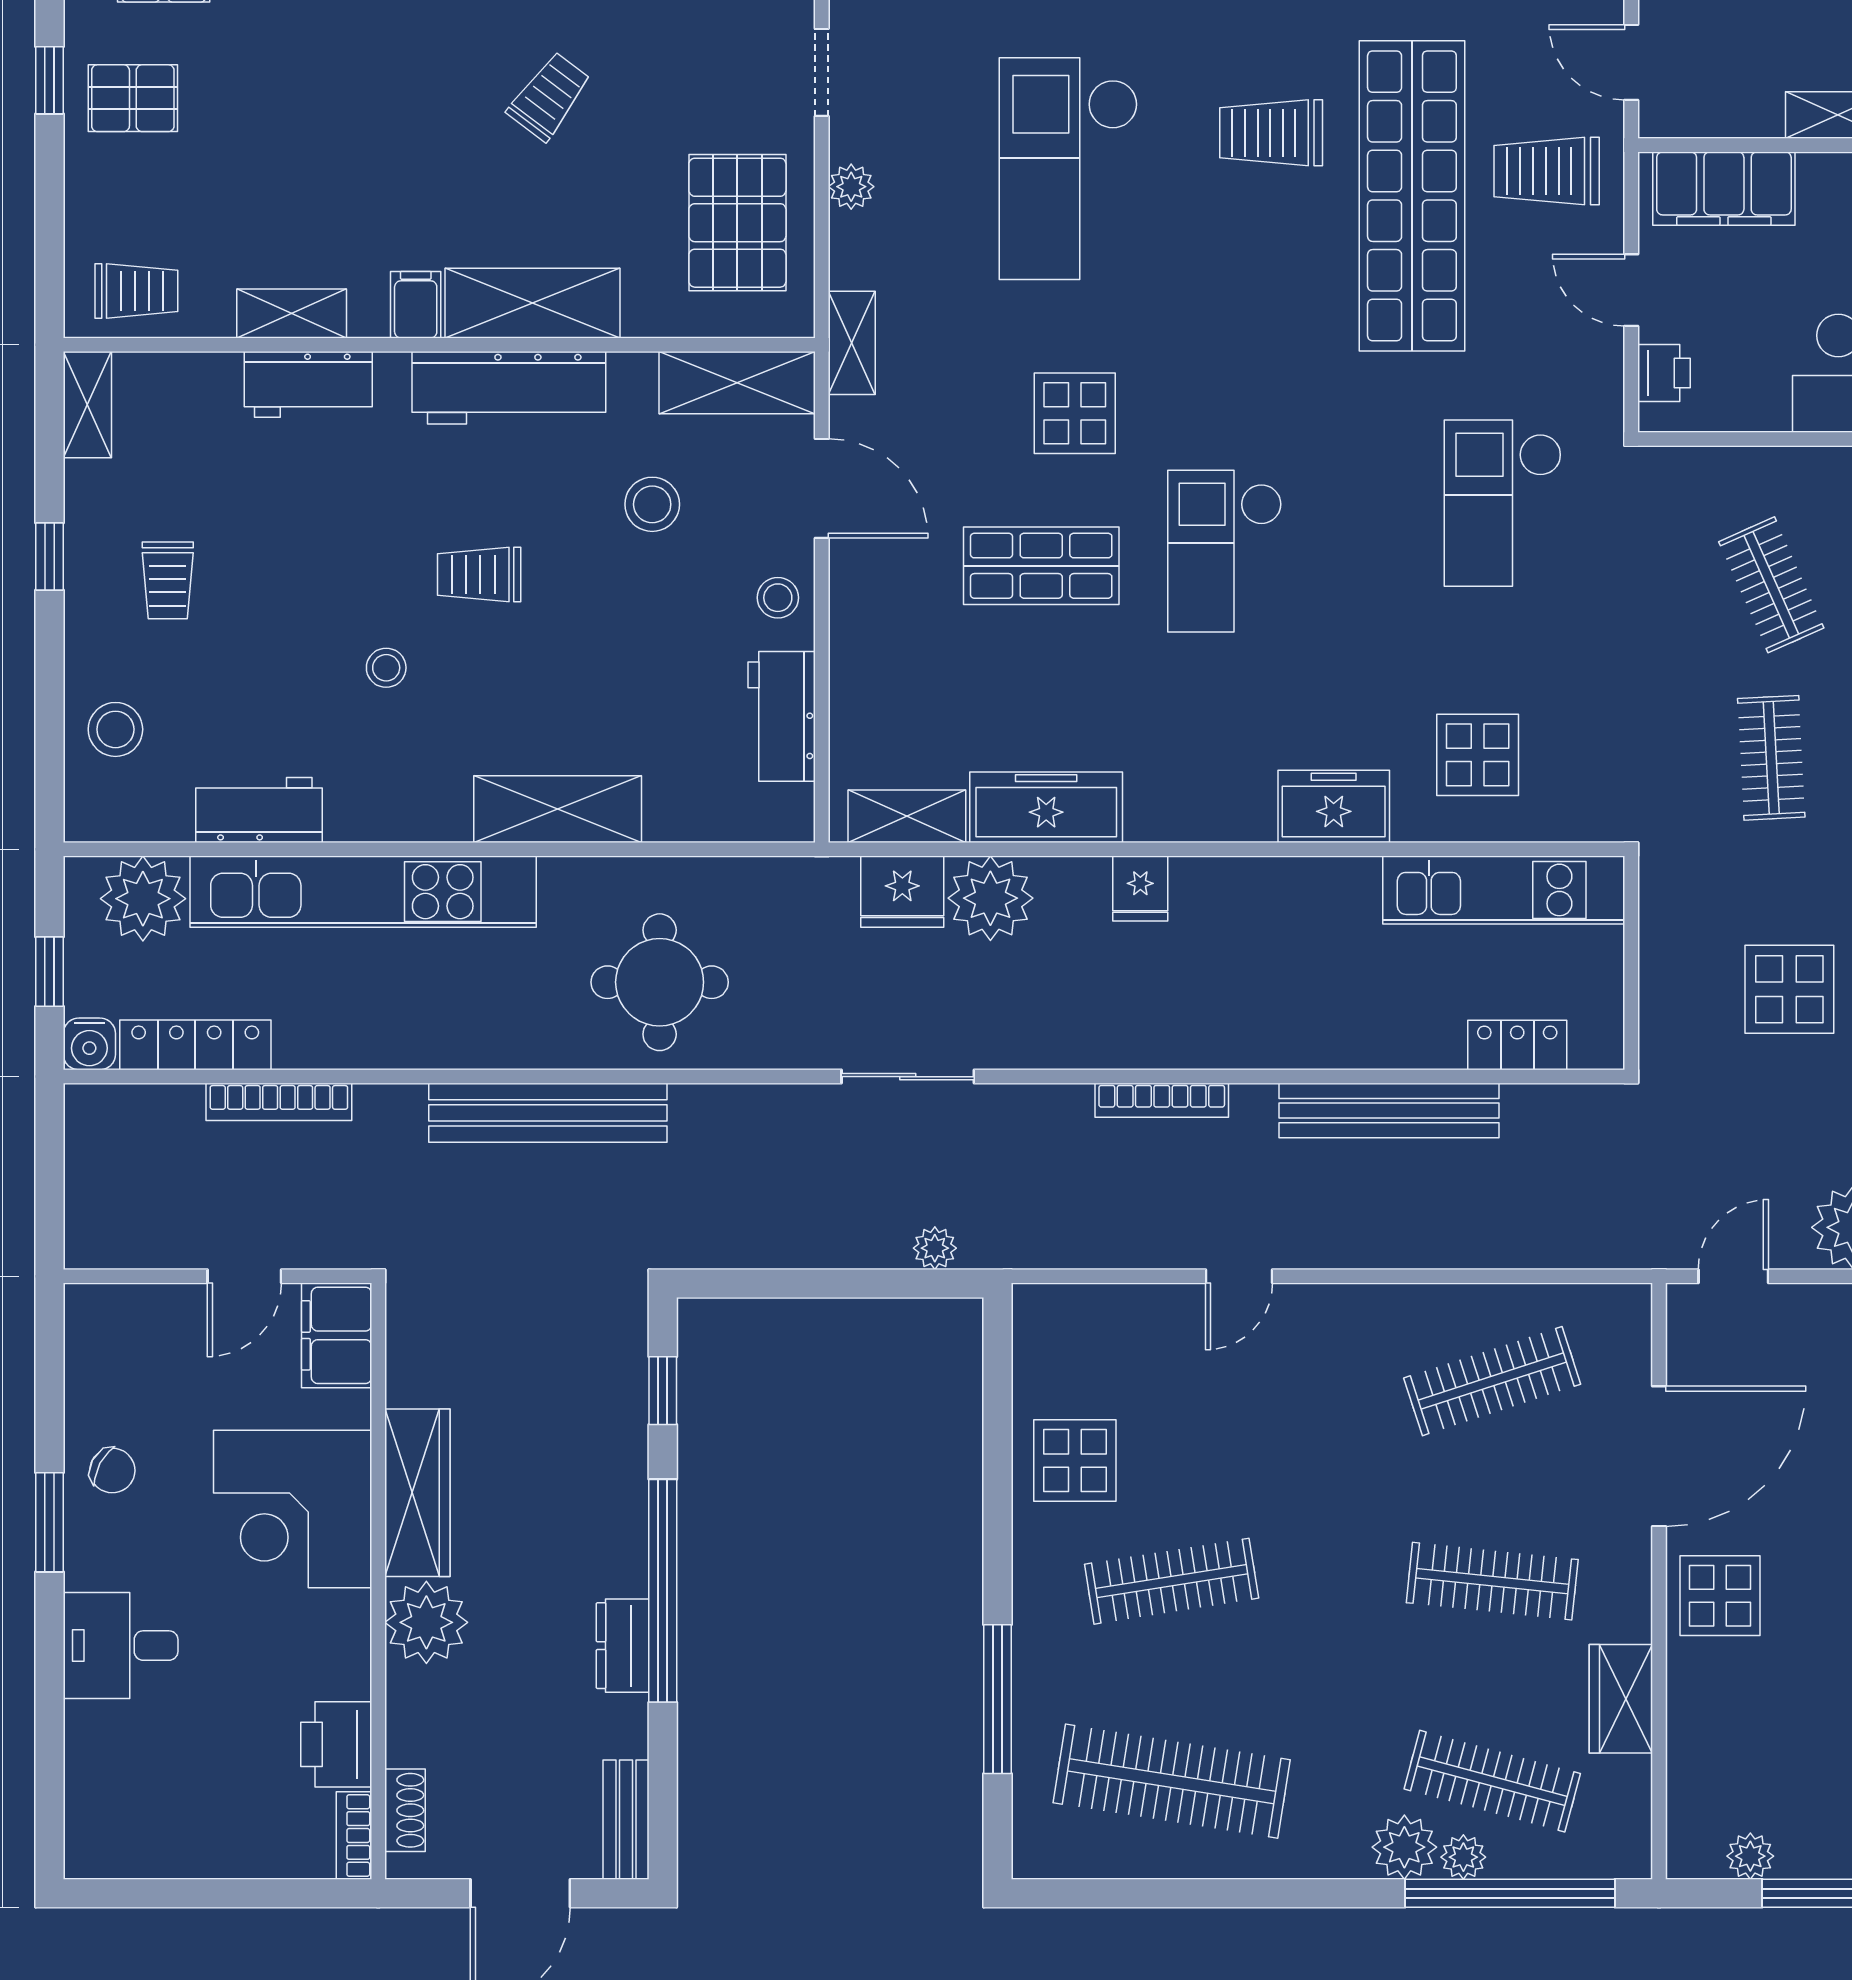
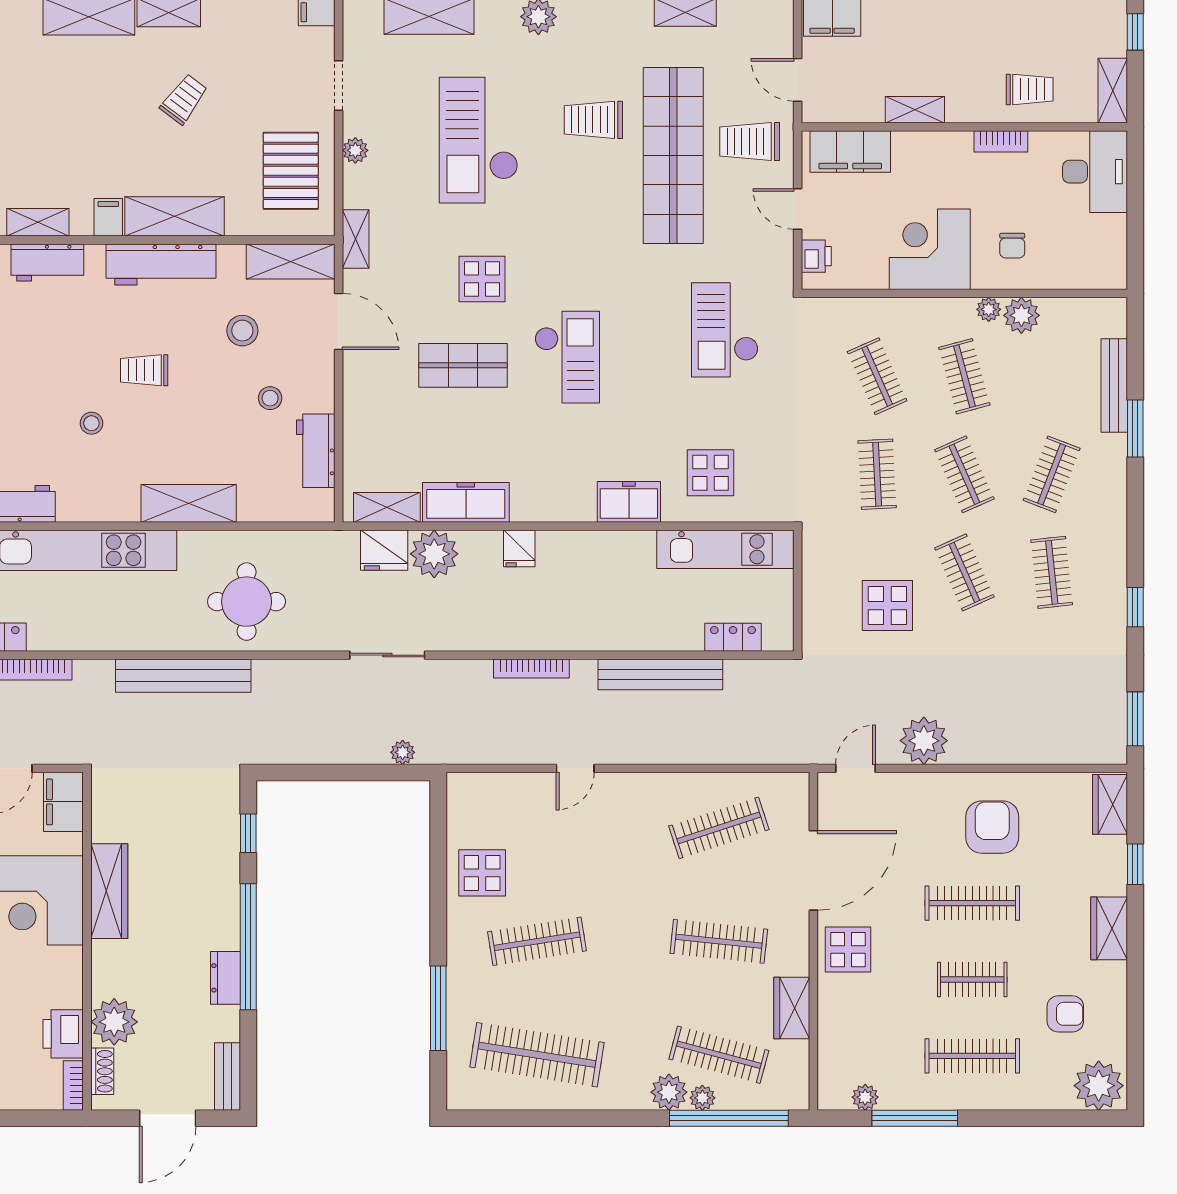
checkout: (1225, 551) -> (567, 357), turned 180
stool: (778, 598) -> (270, 398), moved
plant: (426, 1622) -> (114, 1022), moved

